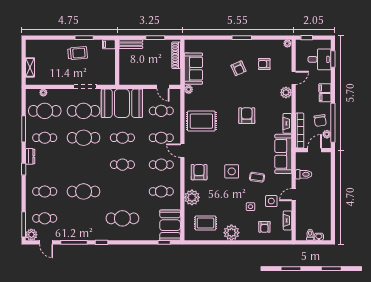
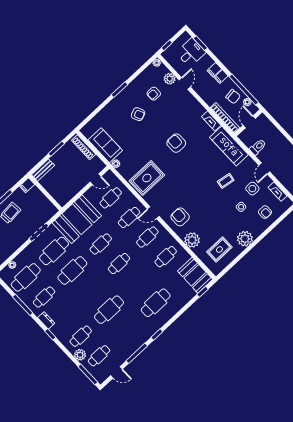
plant: (286, 92) -> (170, 79), moved
side table: (232, 171) -> (203, 194), removed
plant: (31, 235) -> (80, 355), moved

